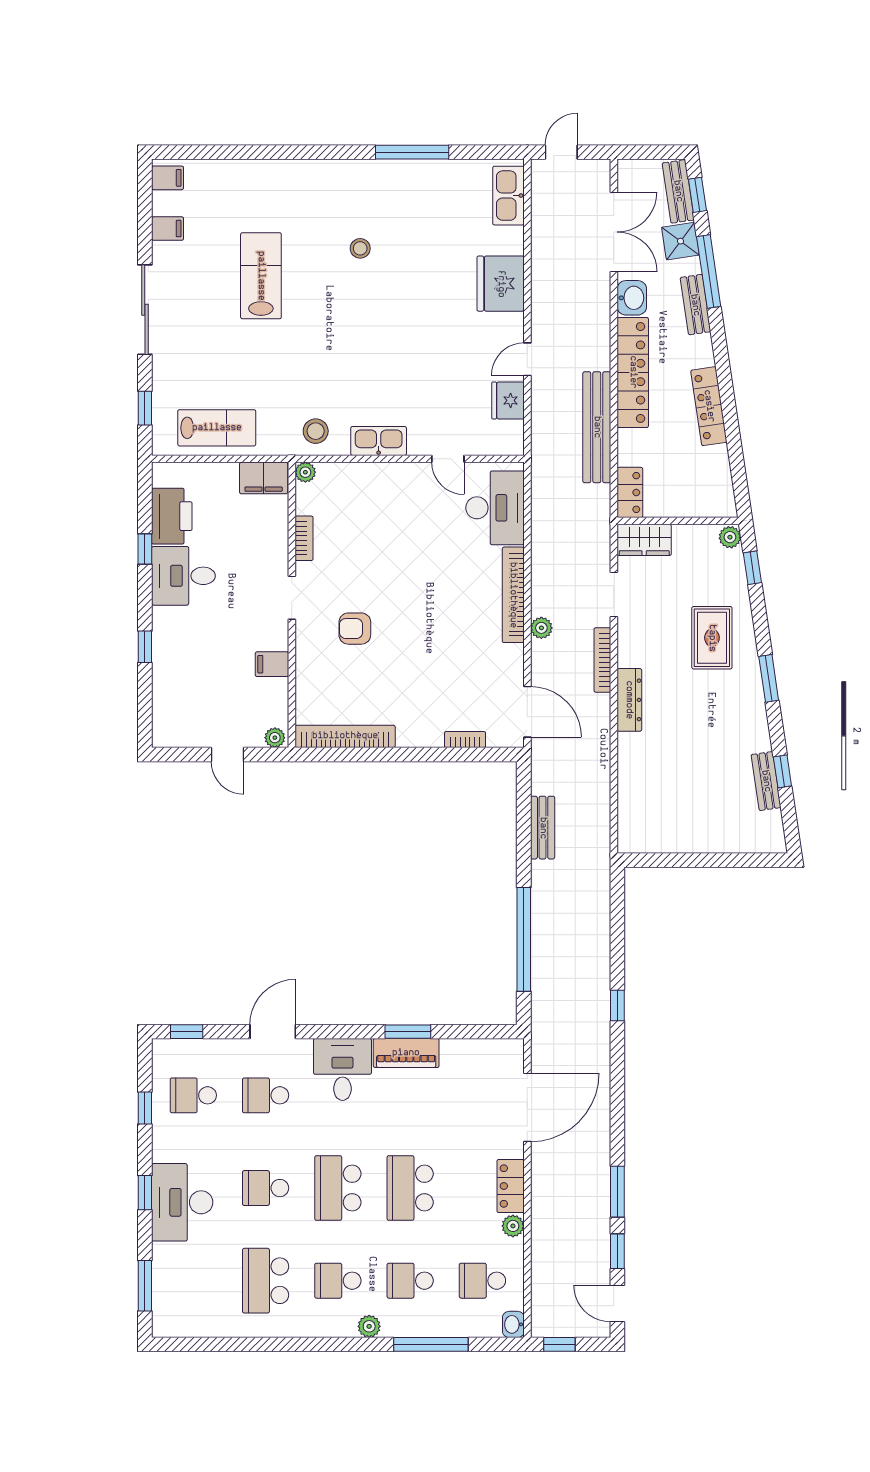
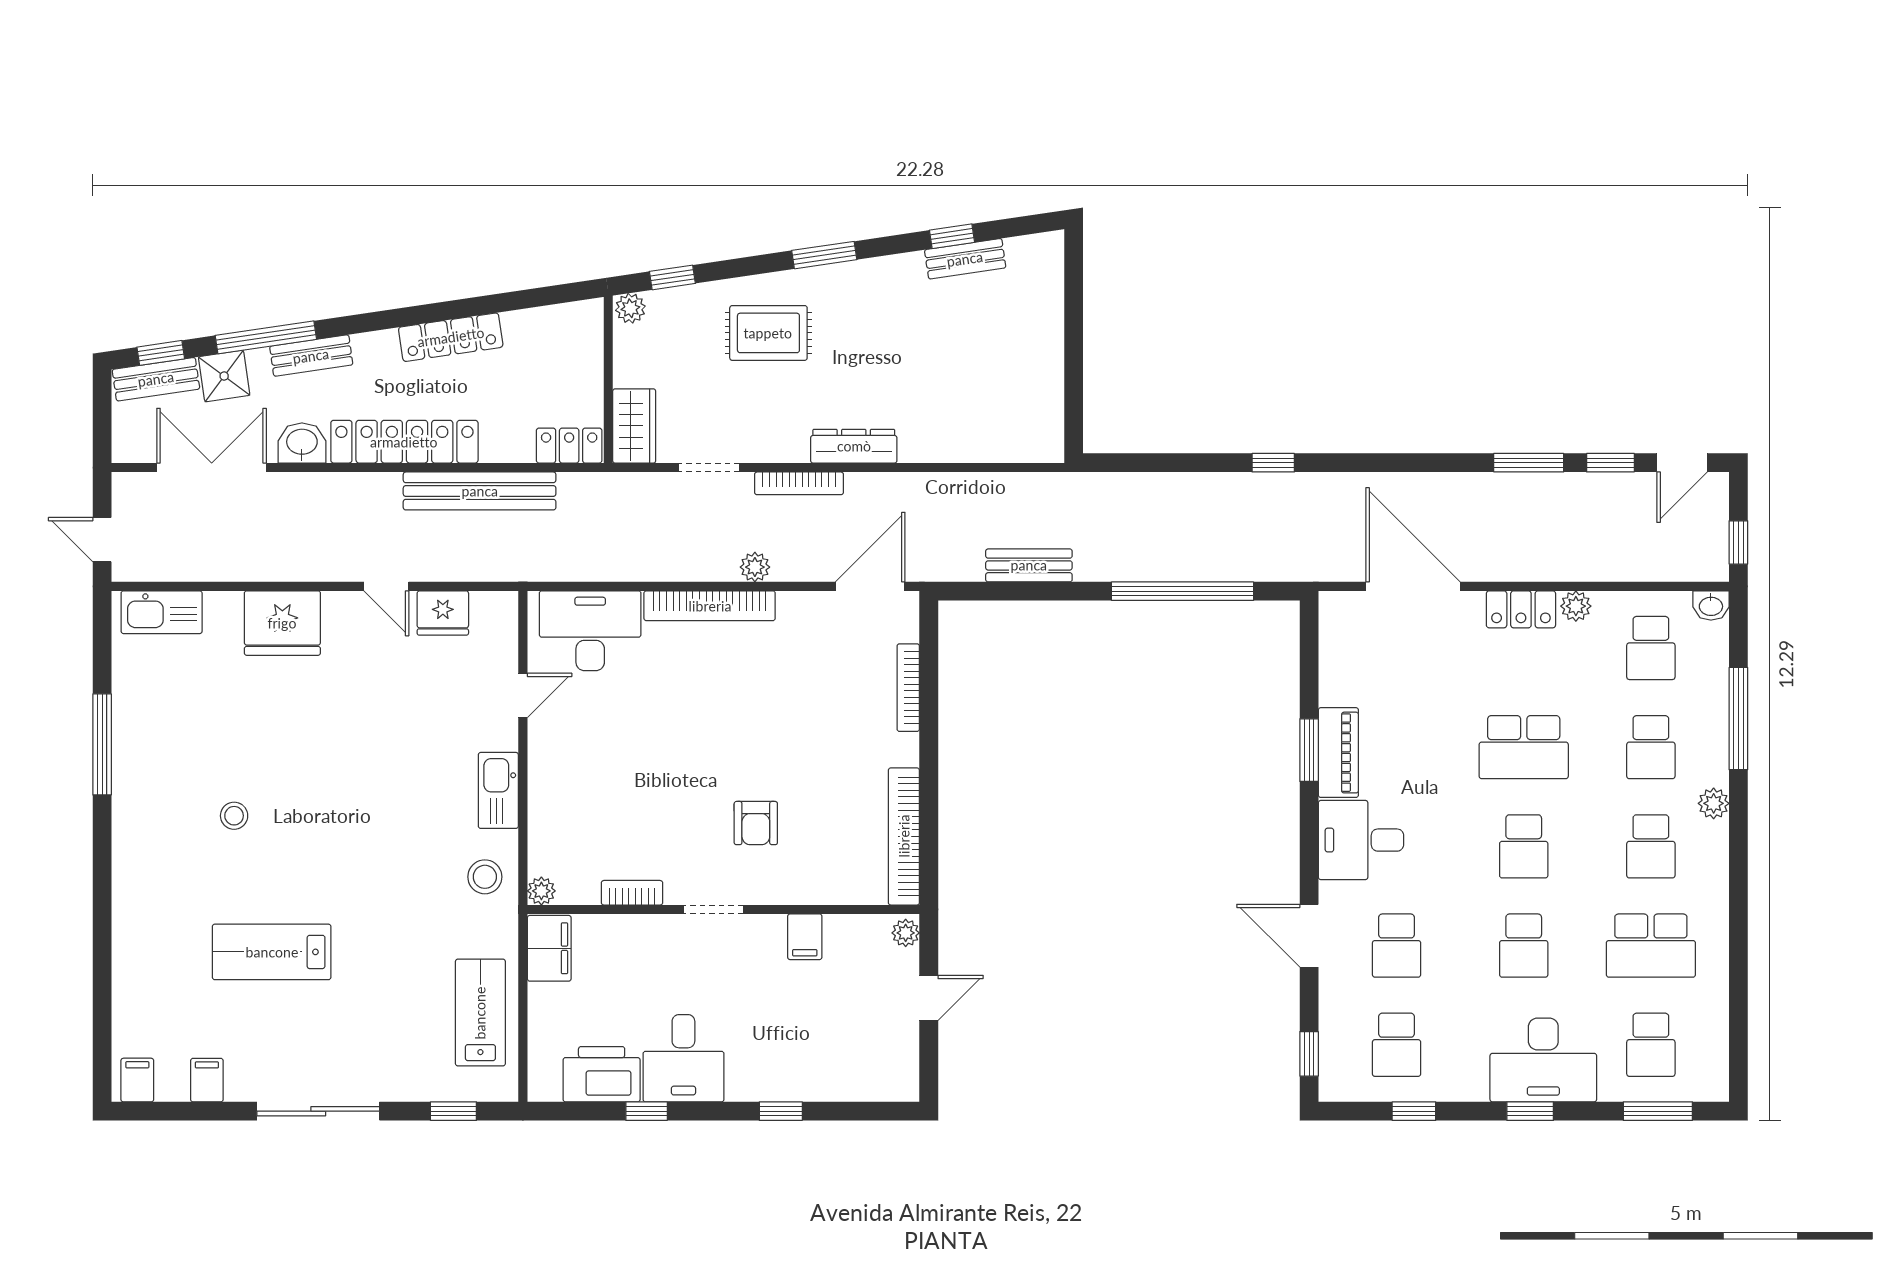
bookcase: (465, 740) -> (908, 688), width x1.56
school desk: (338, 1188) -> (1524, 846), width x0.54
school desk: (193, 1281) -> (1651, 1045), added

